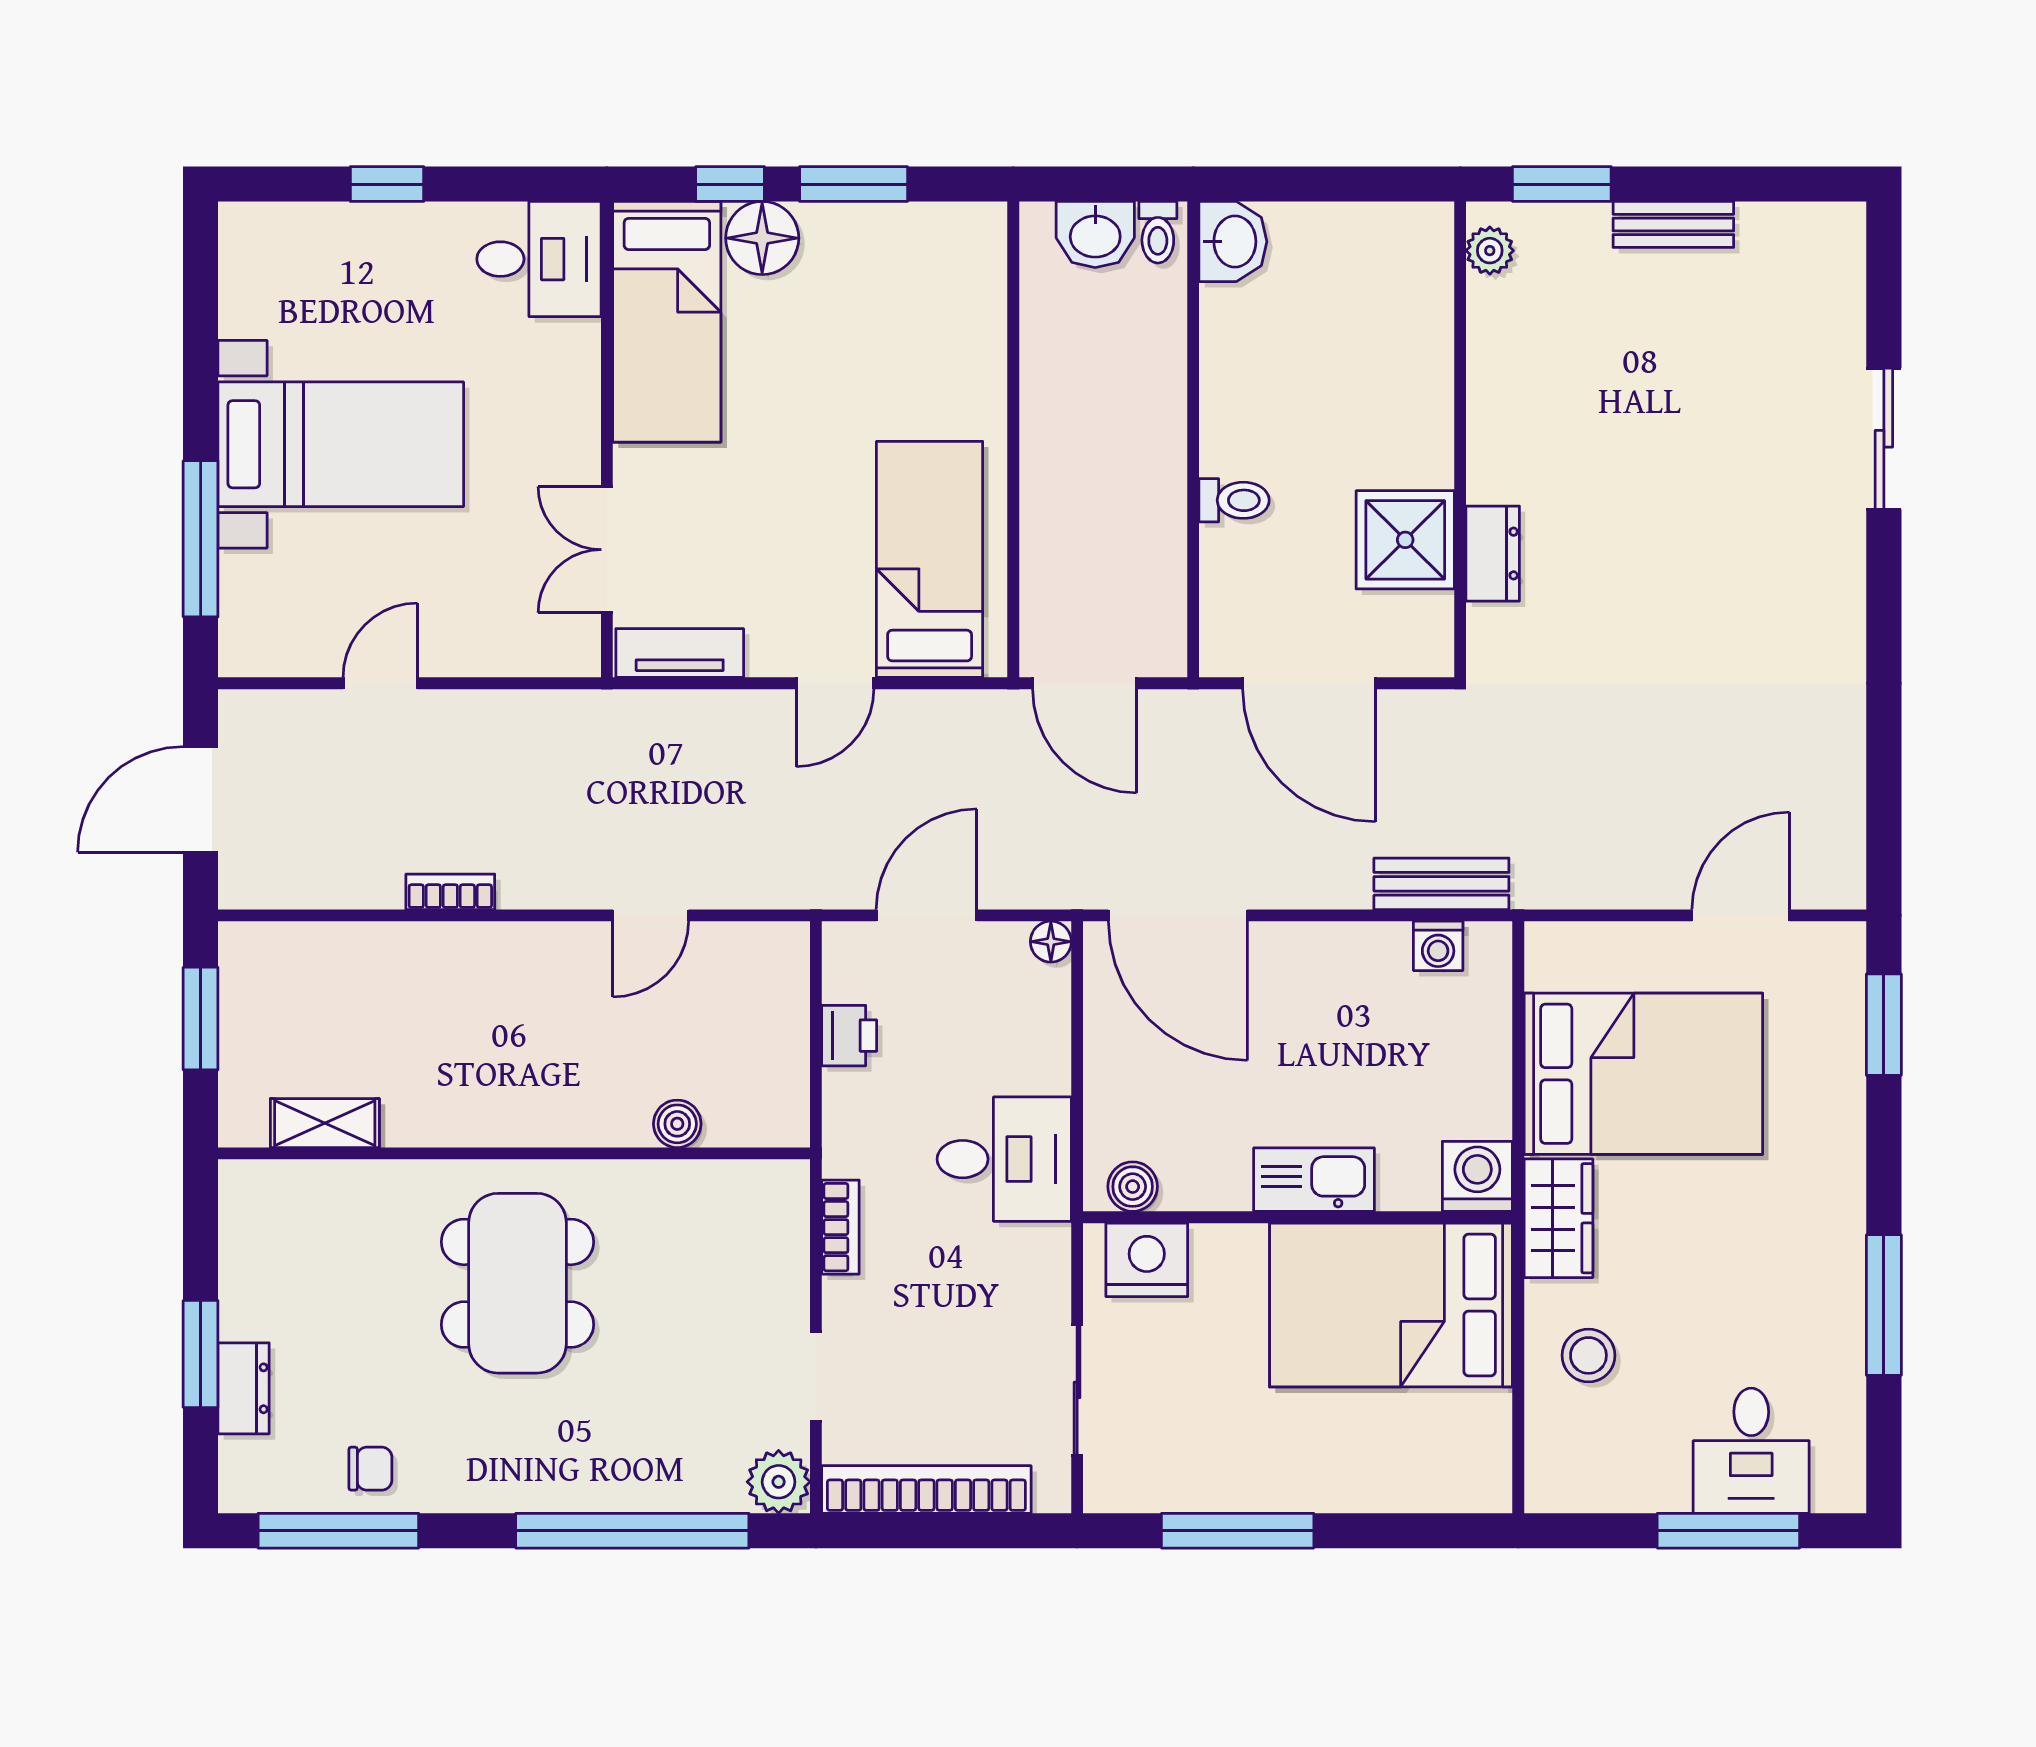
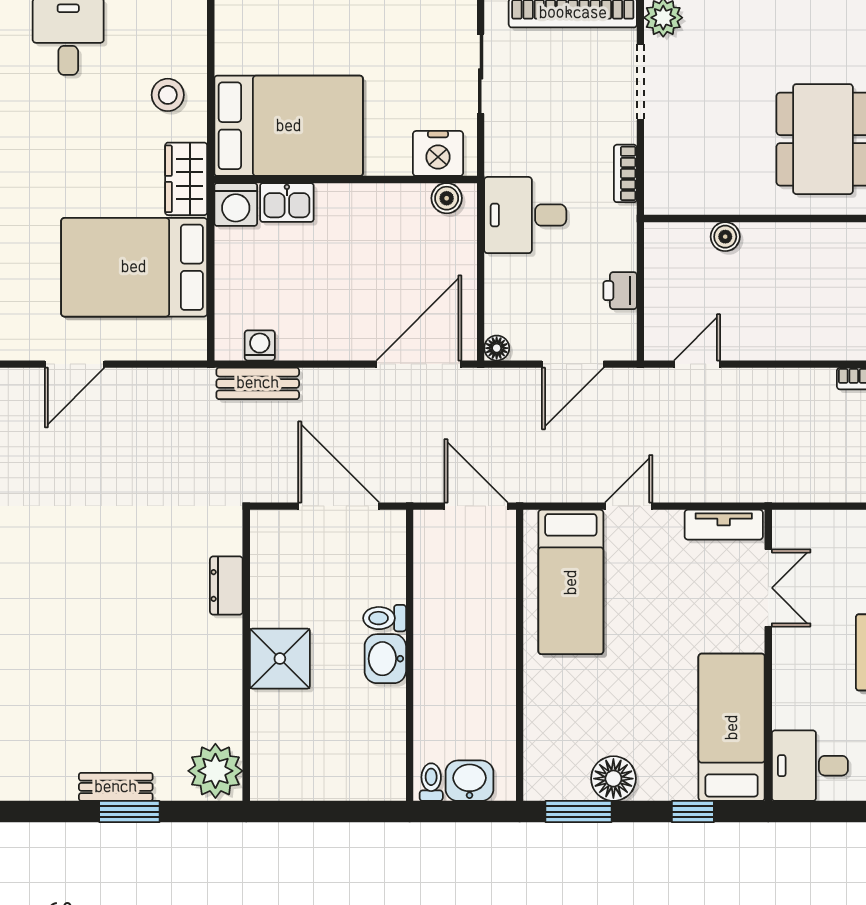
window: (854, 184) -> (579, 812), moved
window: (1562, 184) -> (129, 812), moved
floor lamp: (762, 238) -> (613, 779), moved
washbasin: (1233, 242) -> (385, 659), moved
plant: (1490, 251) -> (215, 771), width x1.88, depth x1.88
shower: (1405, 540) -> (280, 659), moved
door: (651, 915) -> (697, 364), moved
door: (1178, 915) -> (419, 364), hinge flipped
kitchen sink: (1314, 1180) -> (287, 202), moved, width x0.73
doorway: (816, 1377) -> (640, 82), width x1.38

